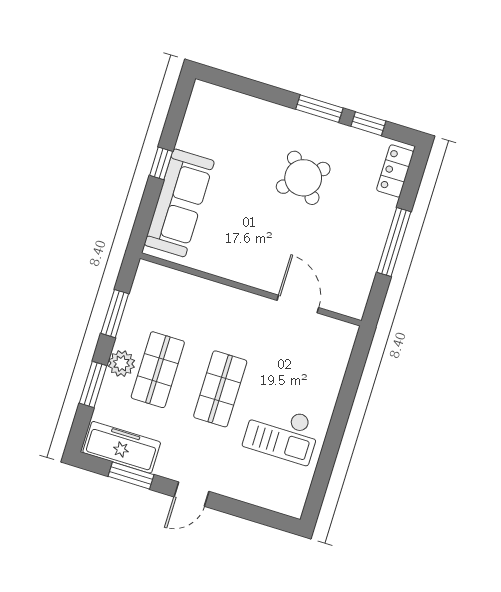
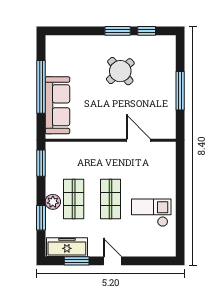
window: (161, 163) -> (41, 87), width x3.17
locker: (395, 171) -> (169, 52), removed
window: (115, 314) -> (41, 163), moved
checkout: (282, 433) -> (151, 213), turned 180
door: (191, 494) -> (112, 261), swing flipped

